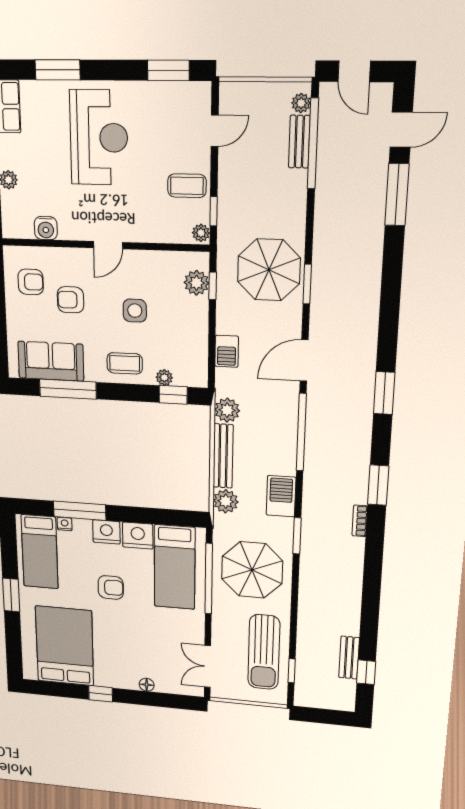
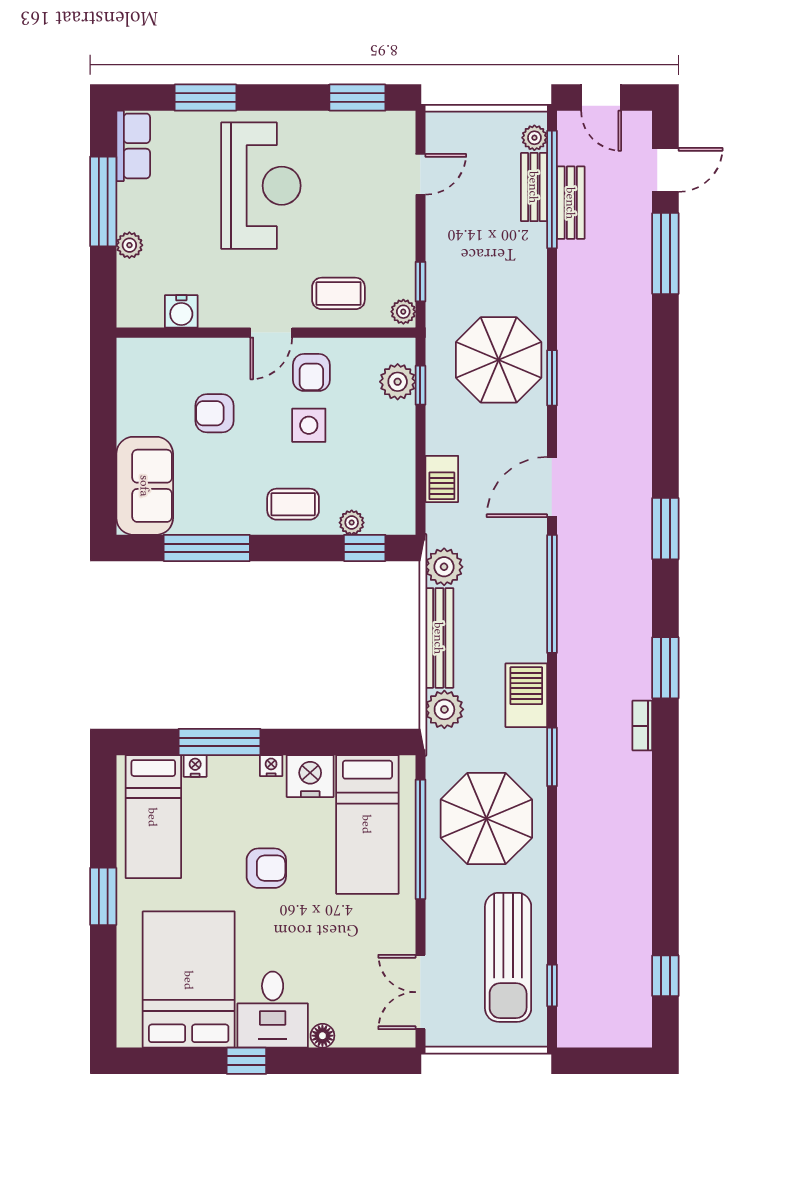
coffee table: (187, 186) -> (338, 293), moved
armchair: (31, 282) -> (311, 372), moved, turned 90
sofa: (51, 361) -> (145, 486), moved, turned 90
nightstand: (106, 532) -> (271, 766), width x0.53, depth x0.56
bench: (349, 658) -> (571, 203), moved
desk: (116, 667) -> (273, 1010), added

